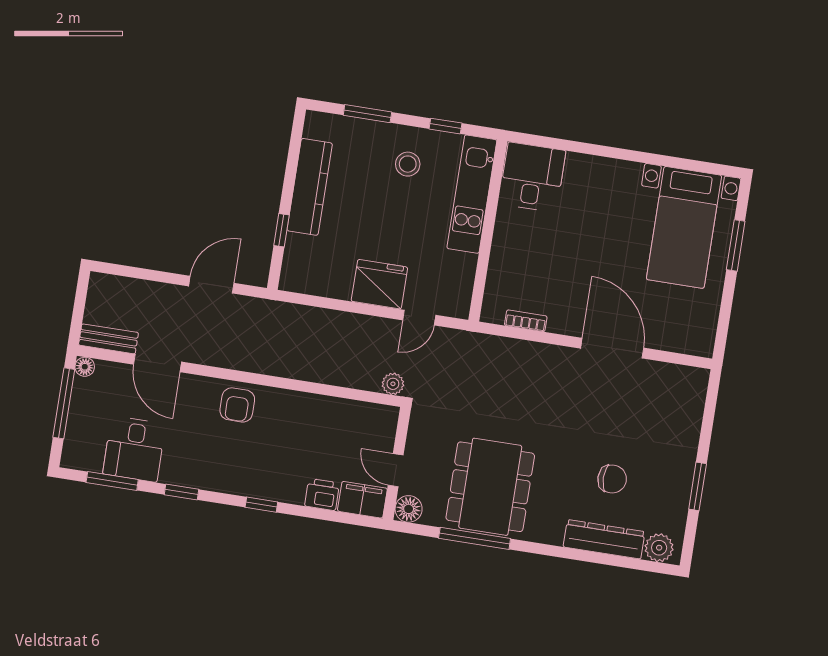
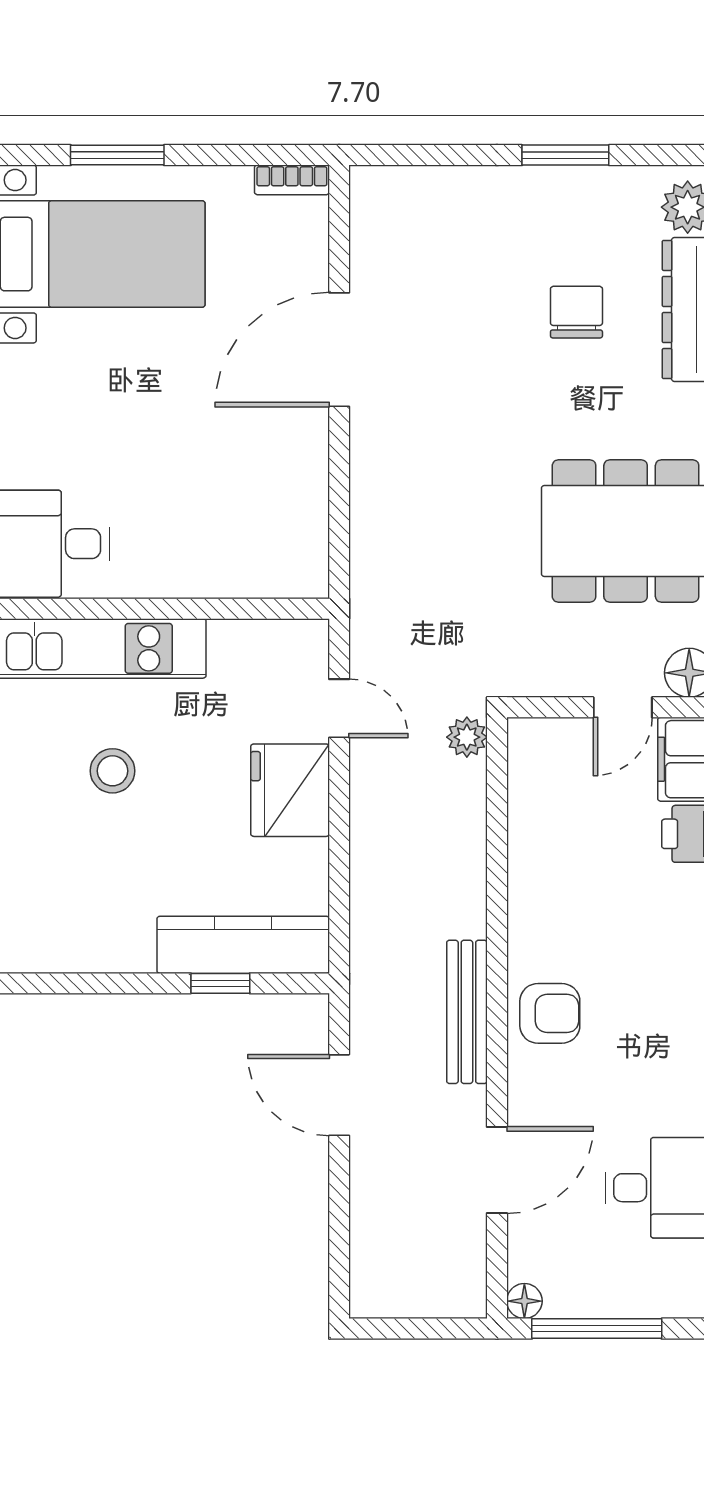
stool: (408, 164) -> (112, 771), moved
kitchen counter: (310, 187) -> (243, 945), moved
bookcase: (526, 321) -> (292, 180), moved, turned -90
bench: (108, 339) -> (467, 1012), moved, width x1.36

